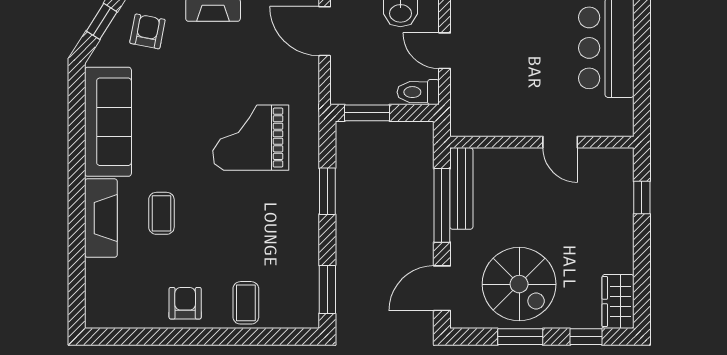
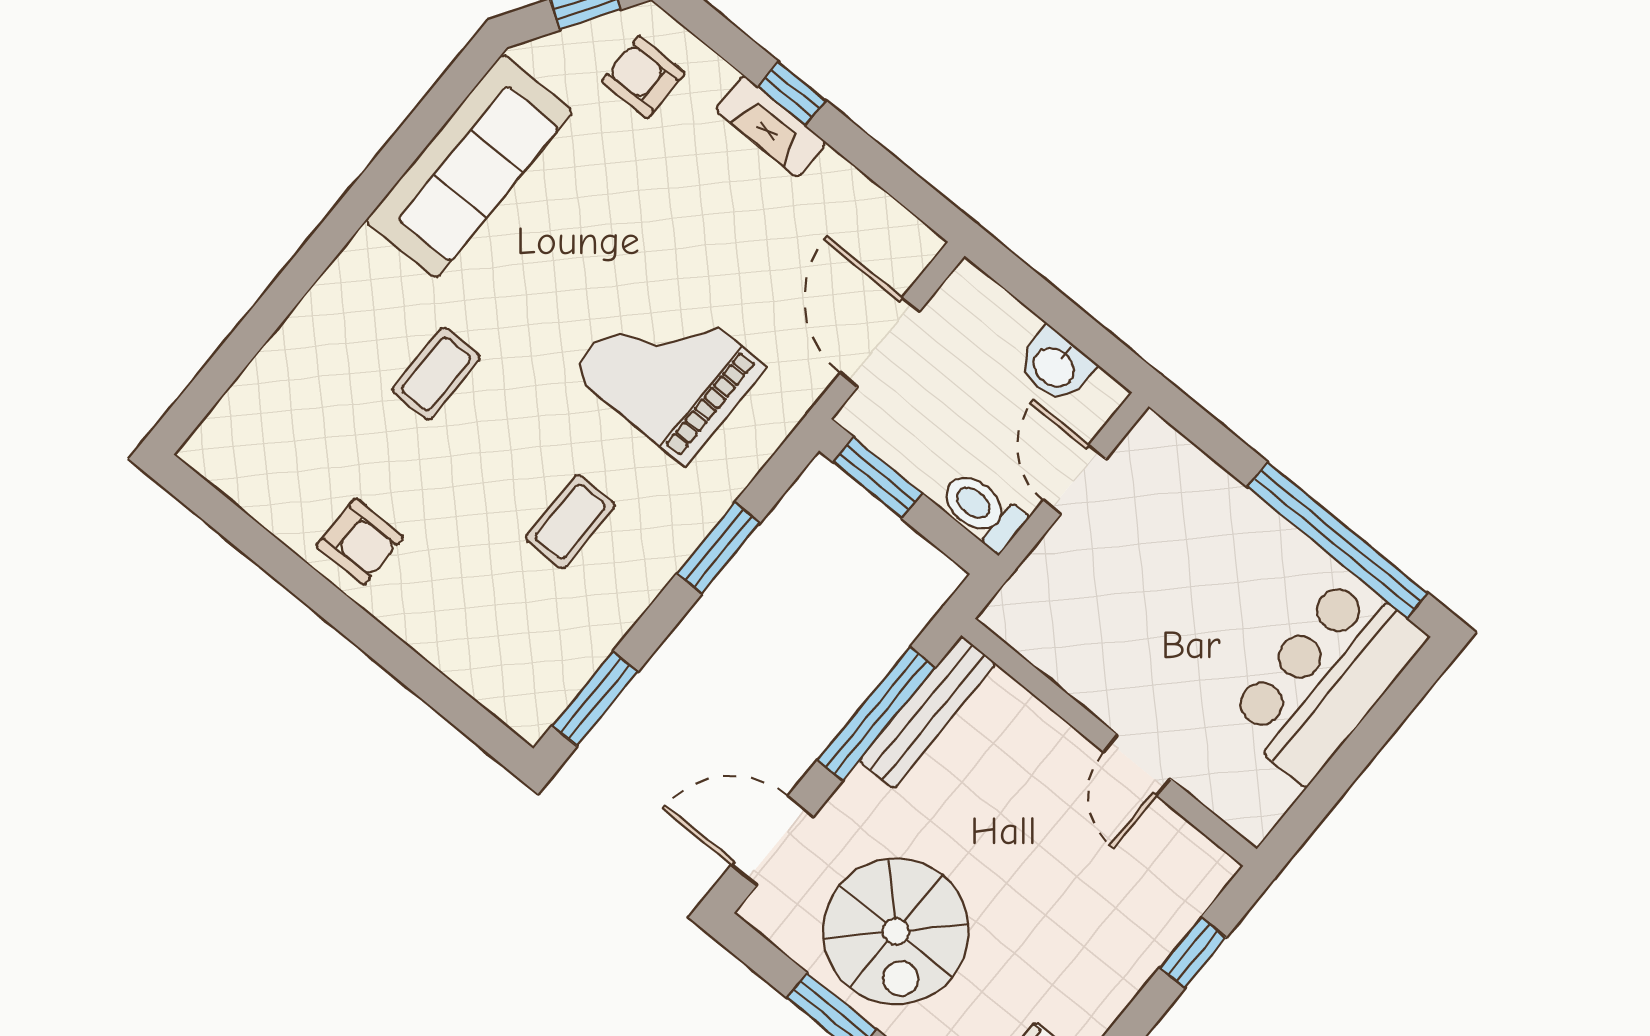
armchair: (147, 31) -> (643, 77), turned -101
door: (325, 31) -> (880, 343), moved
fireplace: (101, 218) -> (337, 305), removed
armchair: (185, 303) -> (360, 541), turned 90
coffee table: (246, 303) -> (570, 522), moved

